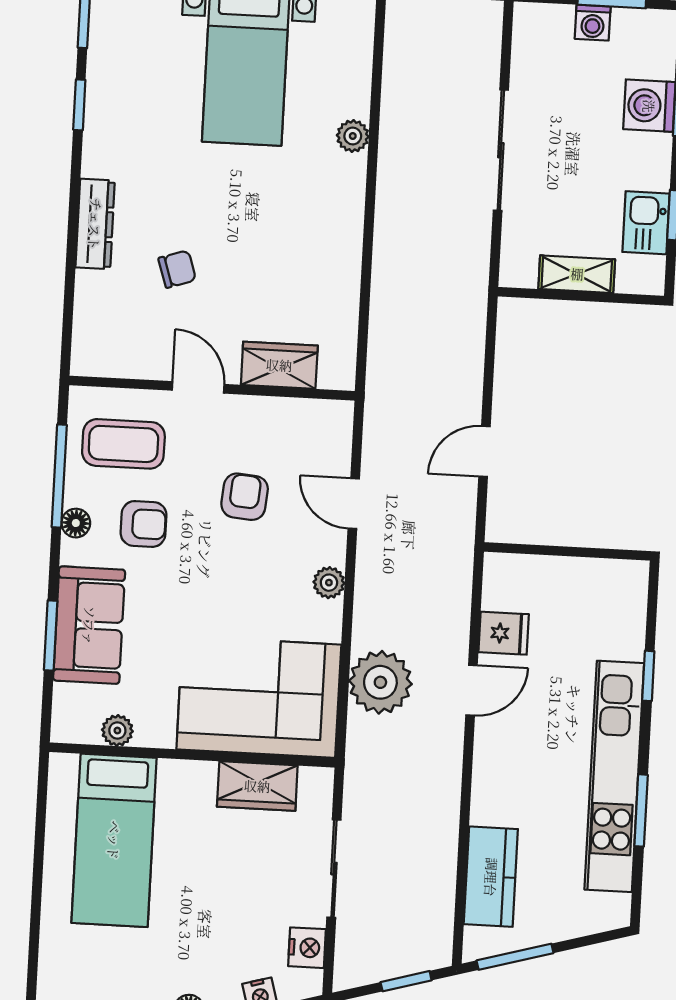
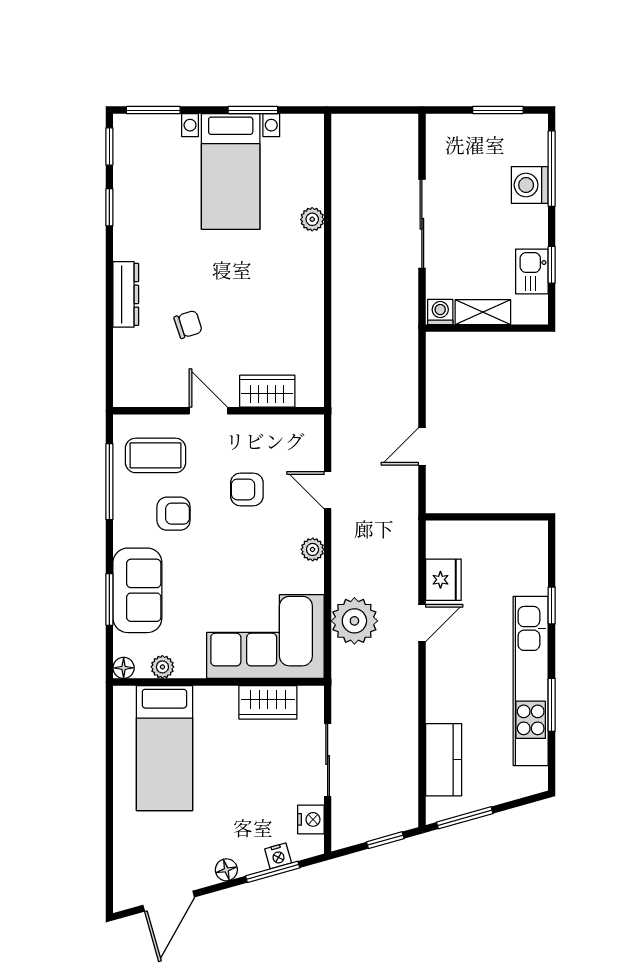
washing machine: (593, 23) -> (440, 312), moved, turned 180
armchair: (245, 497) -> (247, 489), turned -95
floor lamp: (76, 523) -> (124, 668), moved
fridge: (504, 633) -> (443, 580), width x1.38

